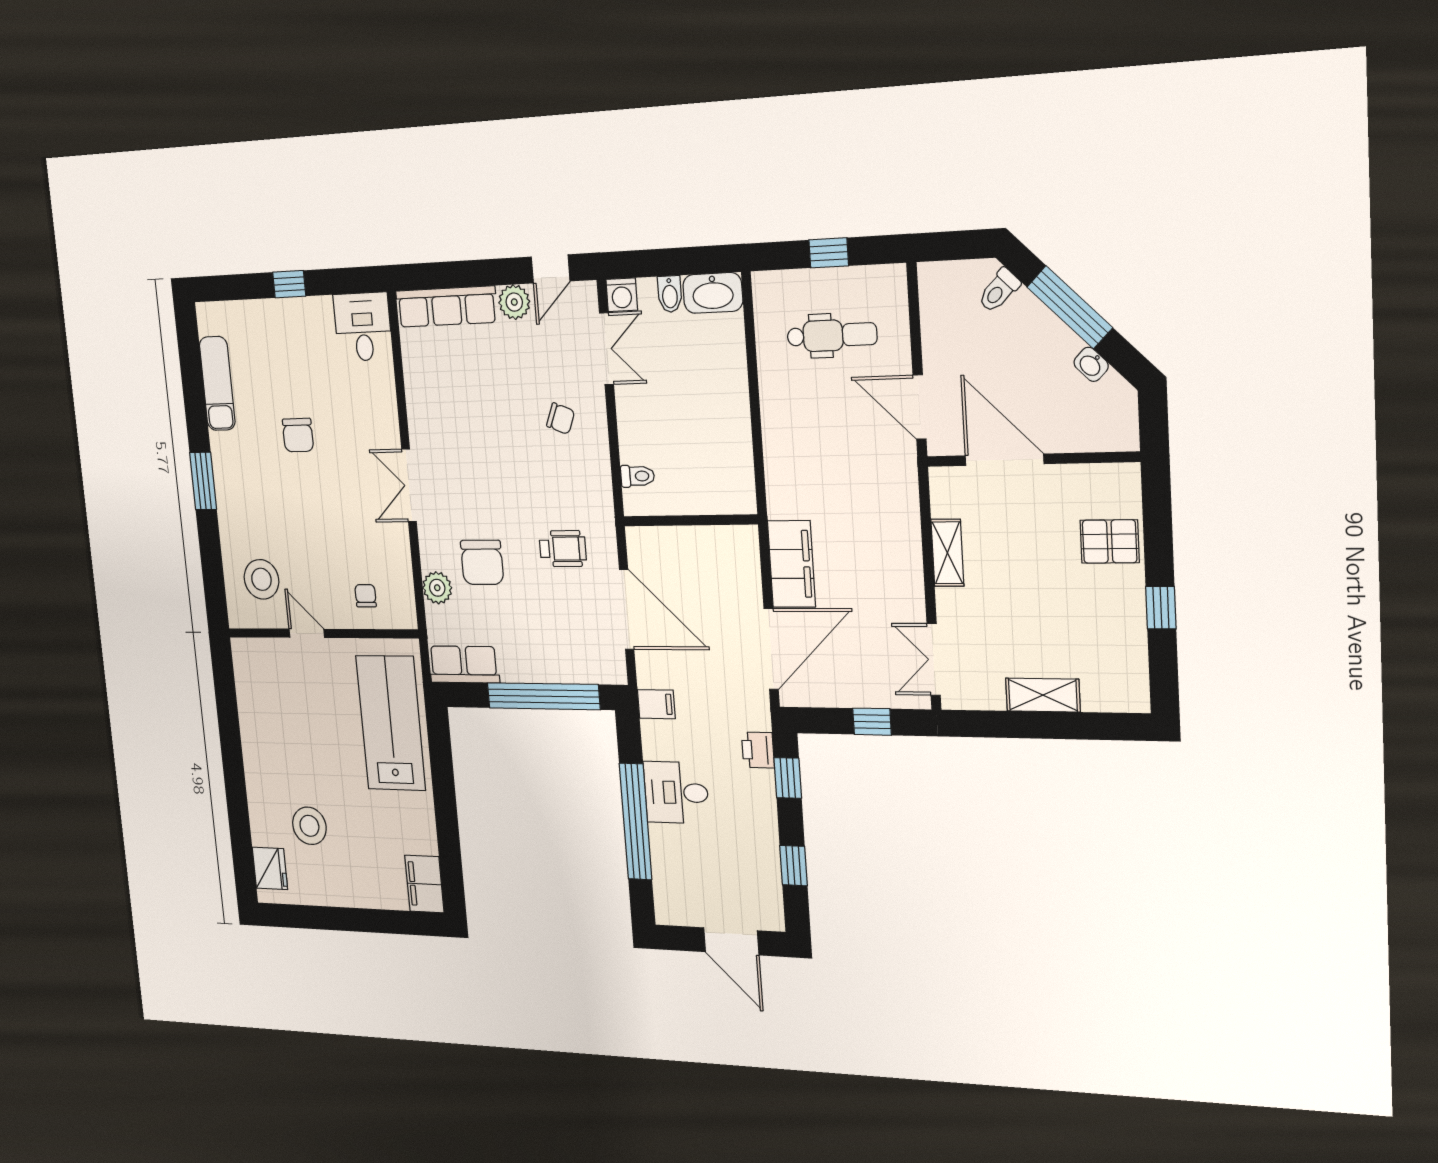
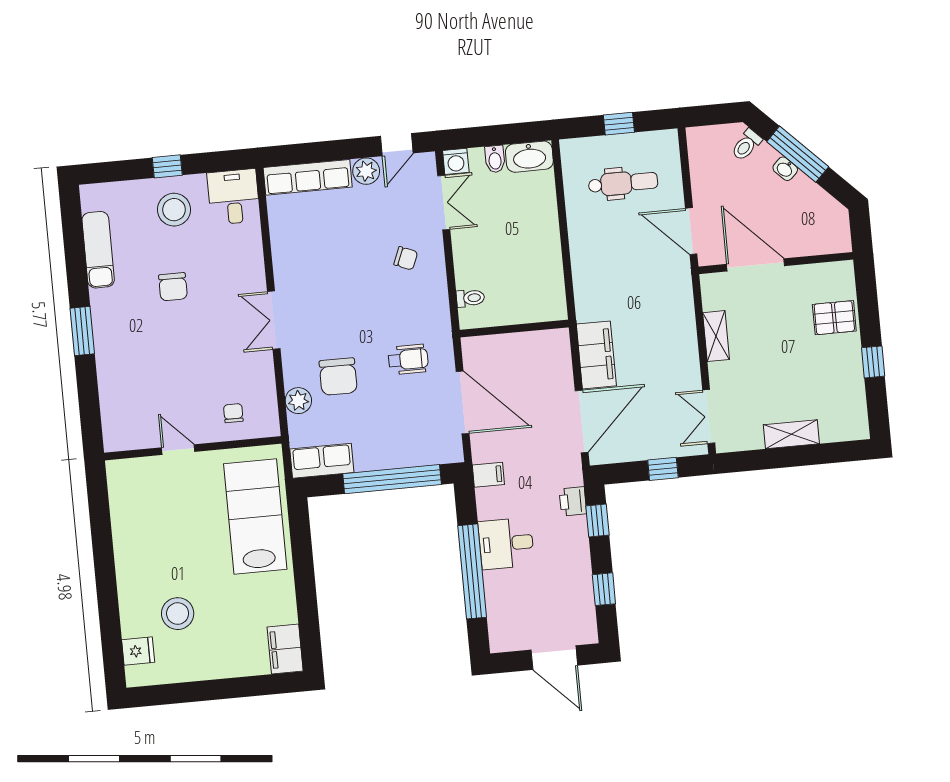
washbasin: (1091, 364) -> (785, 169), moved
stool: (261, 579) -> (174, 210), moved
fridge: (270, 868) -> (138, 651), width x0.72

